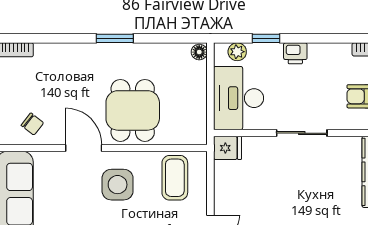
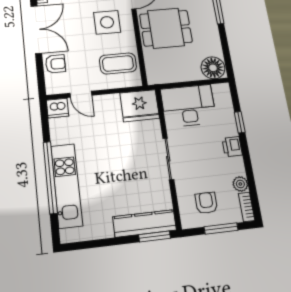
floor lamp: (199, 52) -> (213, 68), width x1.89, depth x1.89
plant: (237, 52) -> (240, 184), moved
fridge: (227, 148) -> (140, 106), width x1.88, depth x1.34

